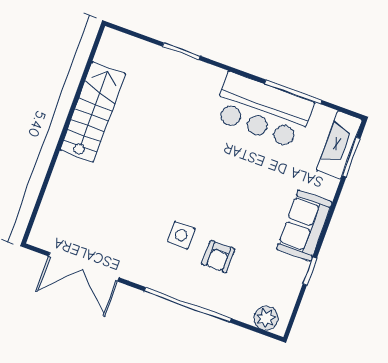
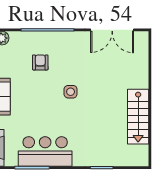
side table: (181, 235) -> (71, 92), moved
double door: (84, 267) -> (112, 30), swing flipped

